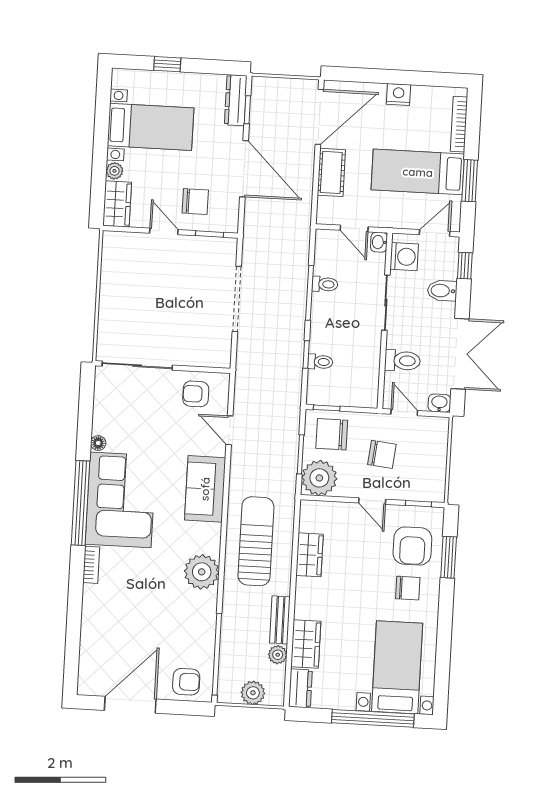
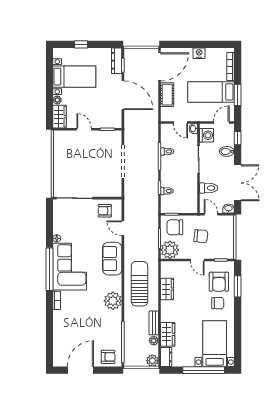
chair: (195, 202) -> (99, 113), removed
plant: (253, 693) -> (152, 361), moved

